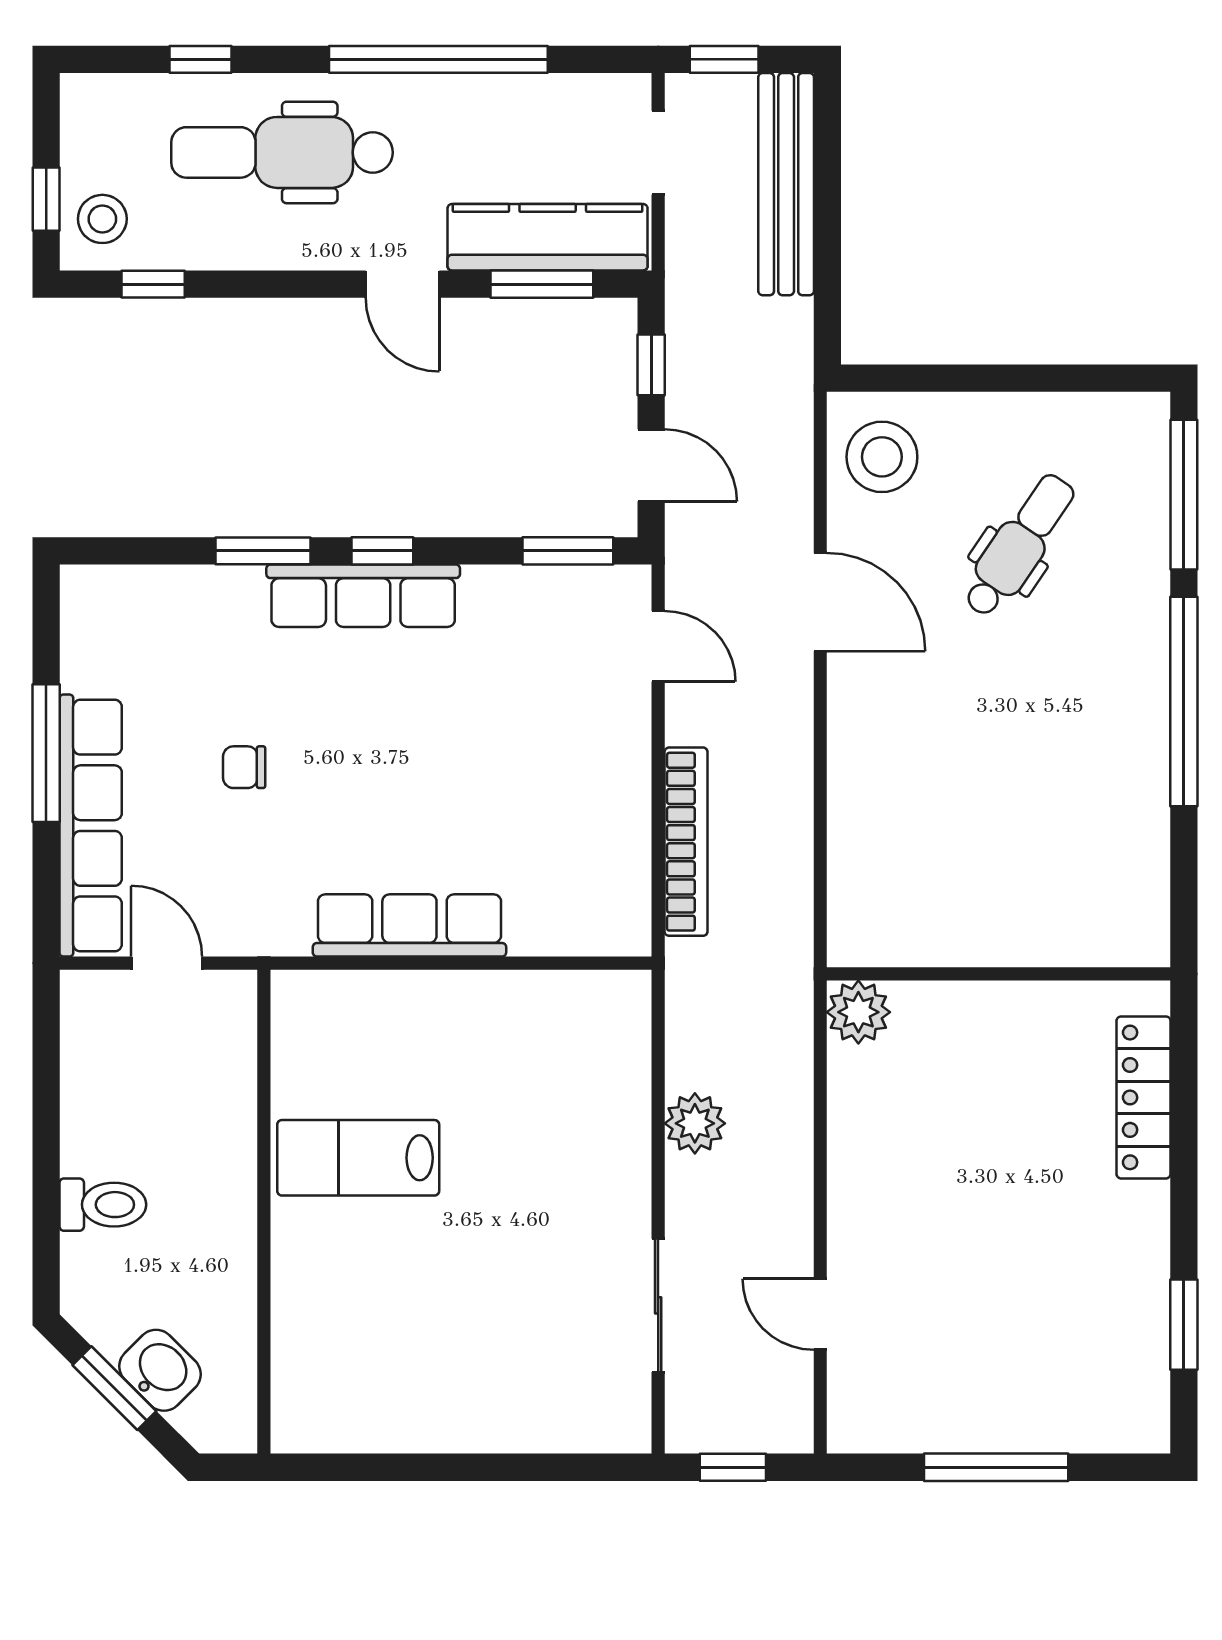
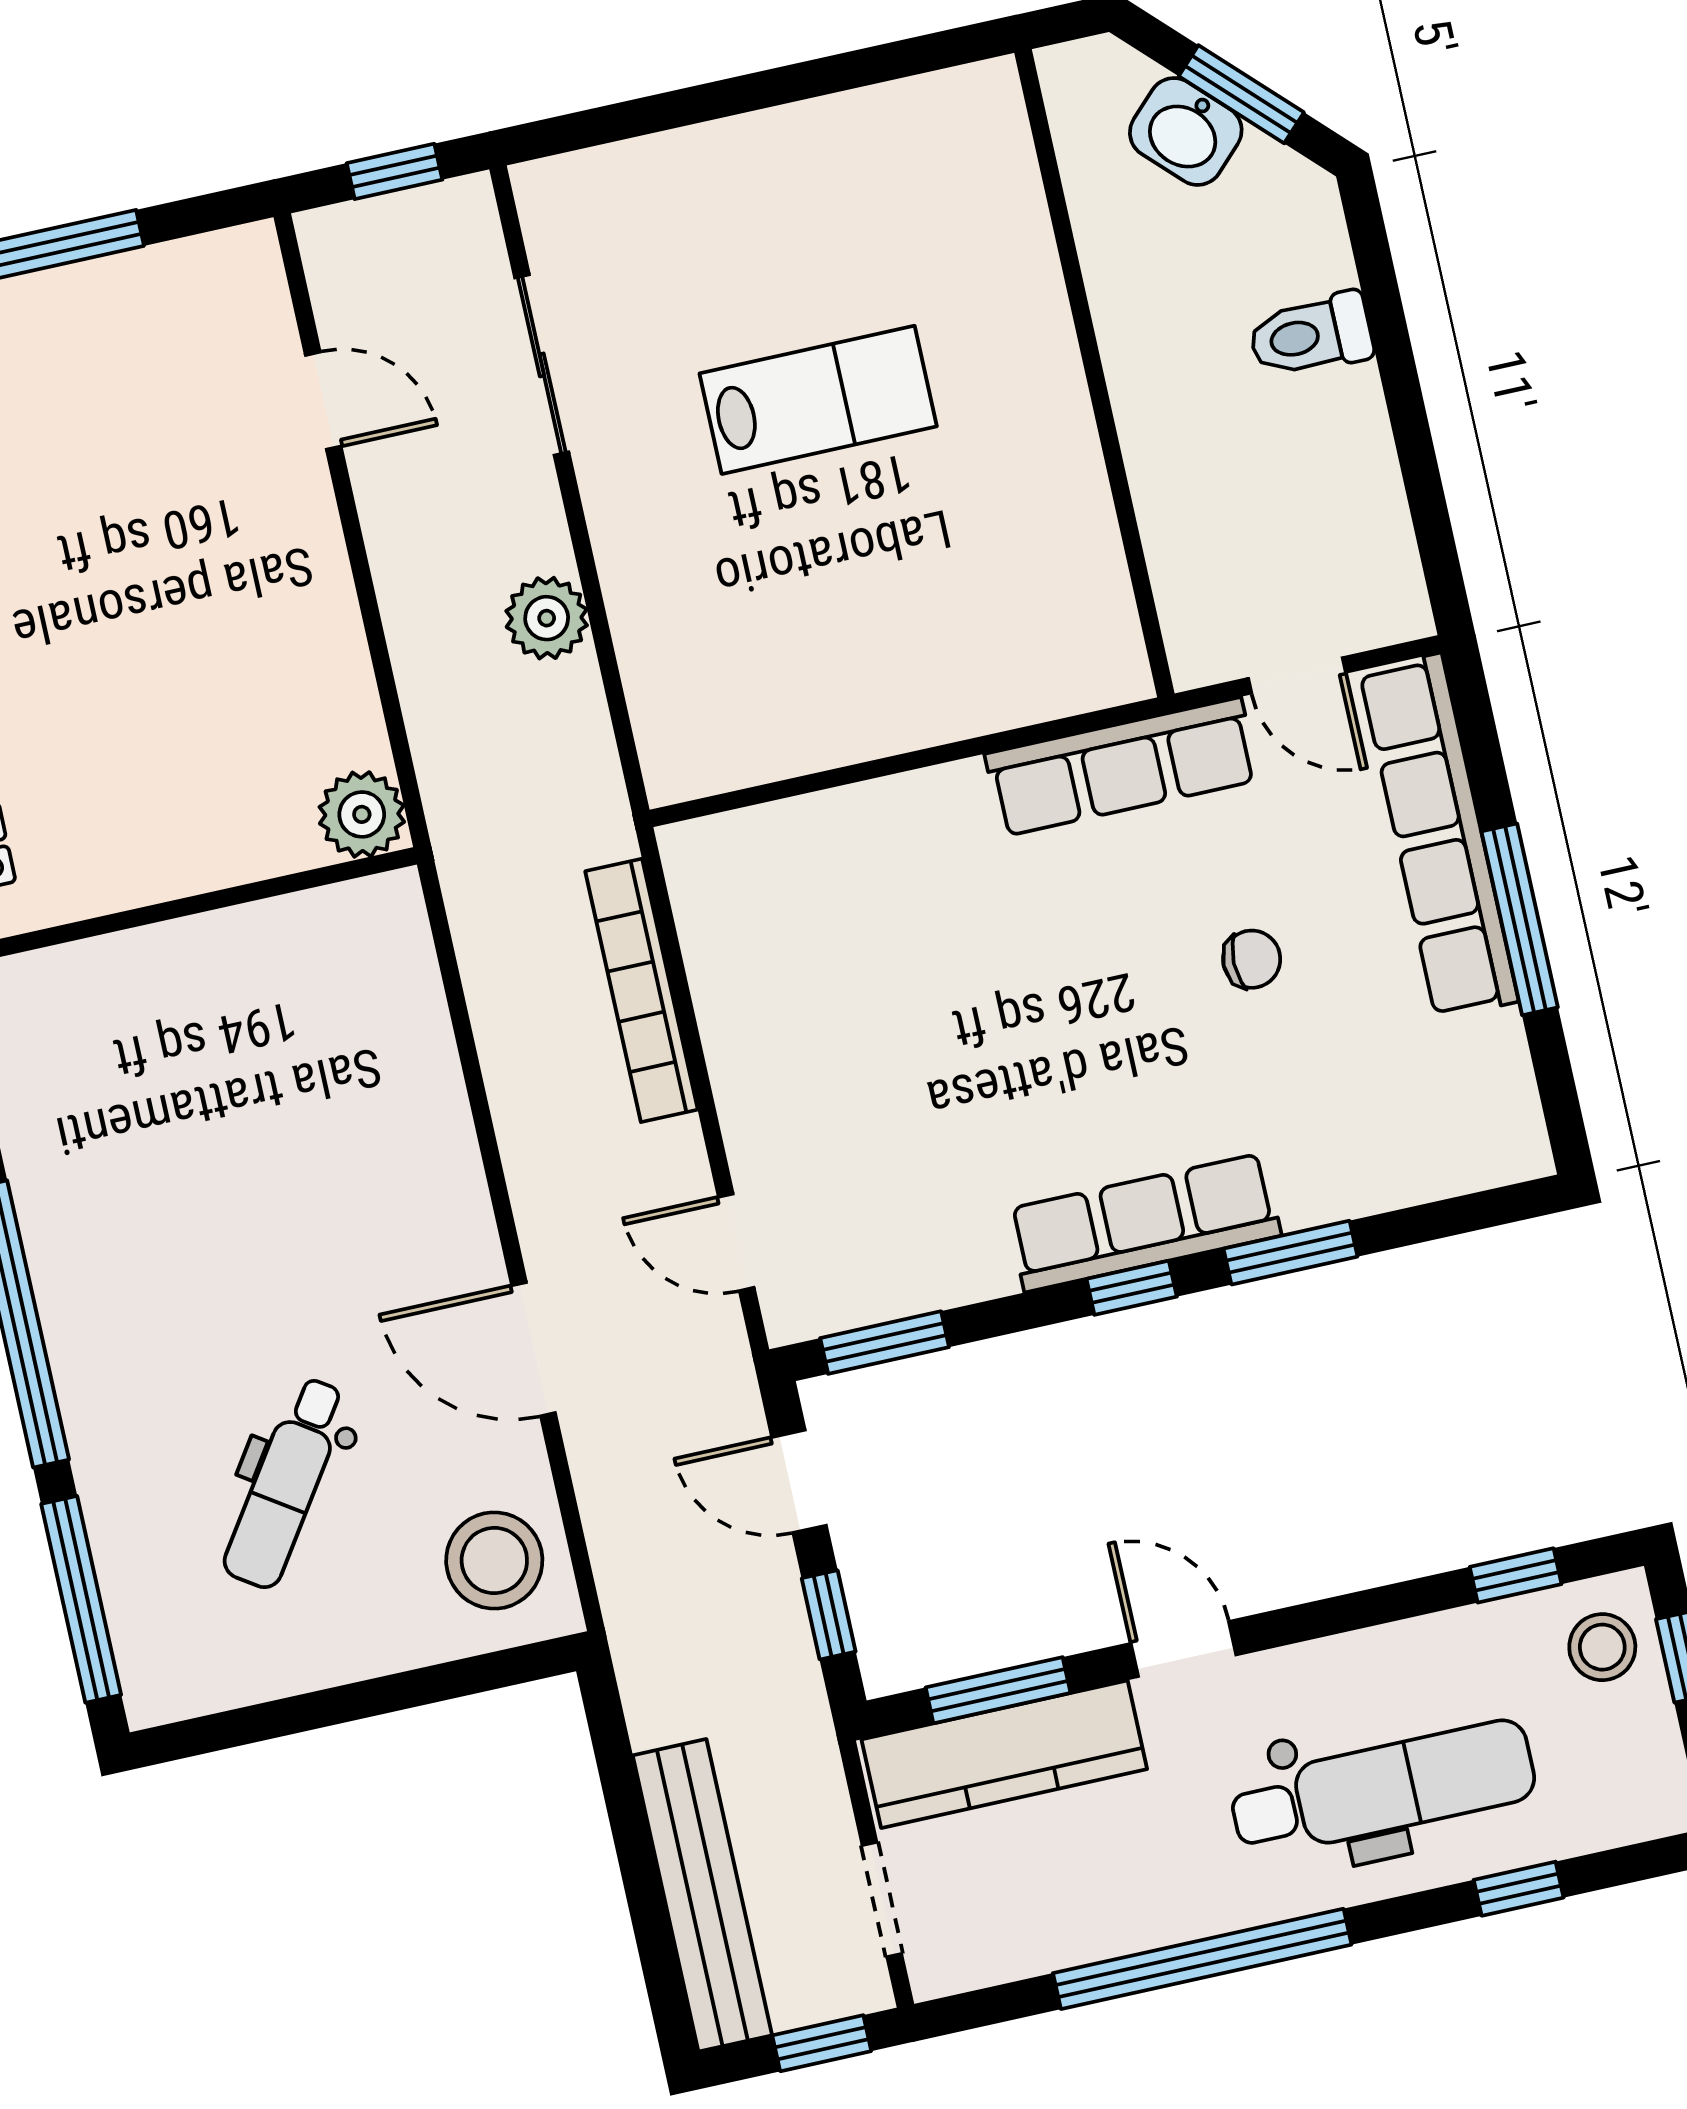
row of seats: (409, 925) -> (1122, 767), moved
lab bench: (358, 1158) -> (818, 400), moved

